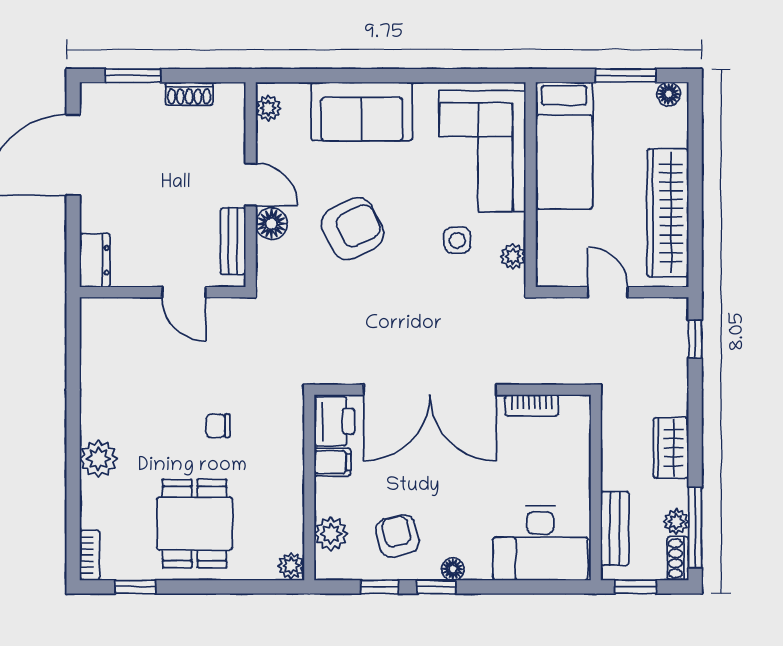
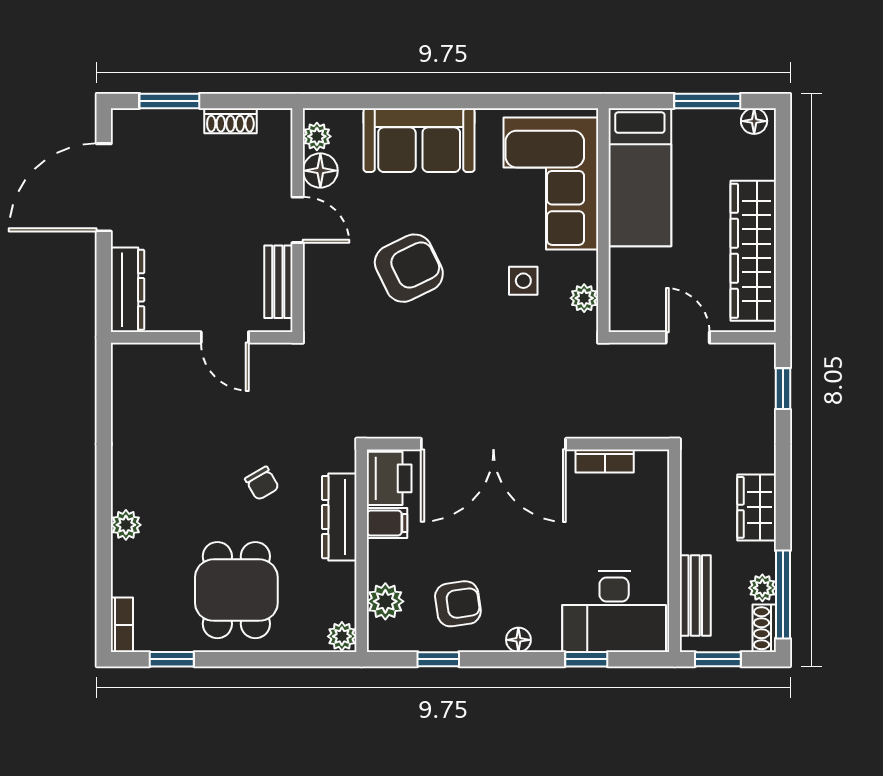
floor lamp: (271, 224) -> (320, 171), moved
dresser: (95, 260) -> (127, 290), width x1.44
chair: (218, 426) -> (262, 483), turned -120
dresser: (289, 457) -> (339, 517), added
plant: (98, 459) -> (126, 525), width x0.73, depth x0.73
armchair: (397, 536) -> (458, 604), turned 96
window: (436, 587) -> (586, 659), moved

